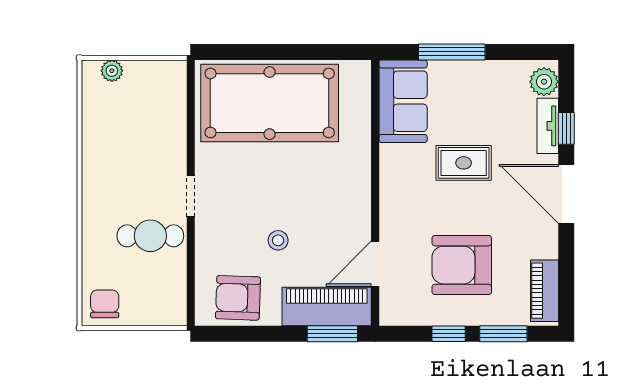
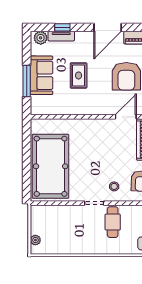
sofa: (403, 101) -> (42, 75), moved, turned 90
door: (566, 194) -> (108, 27), moved
stool: (278, 240) -> (114, 186), moved
door: (375, 264) -> (126, 117), swing flipped

